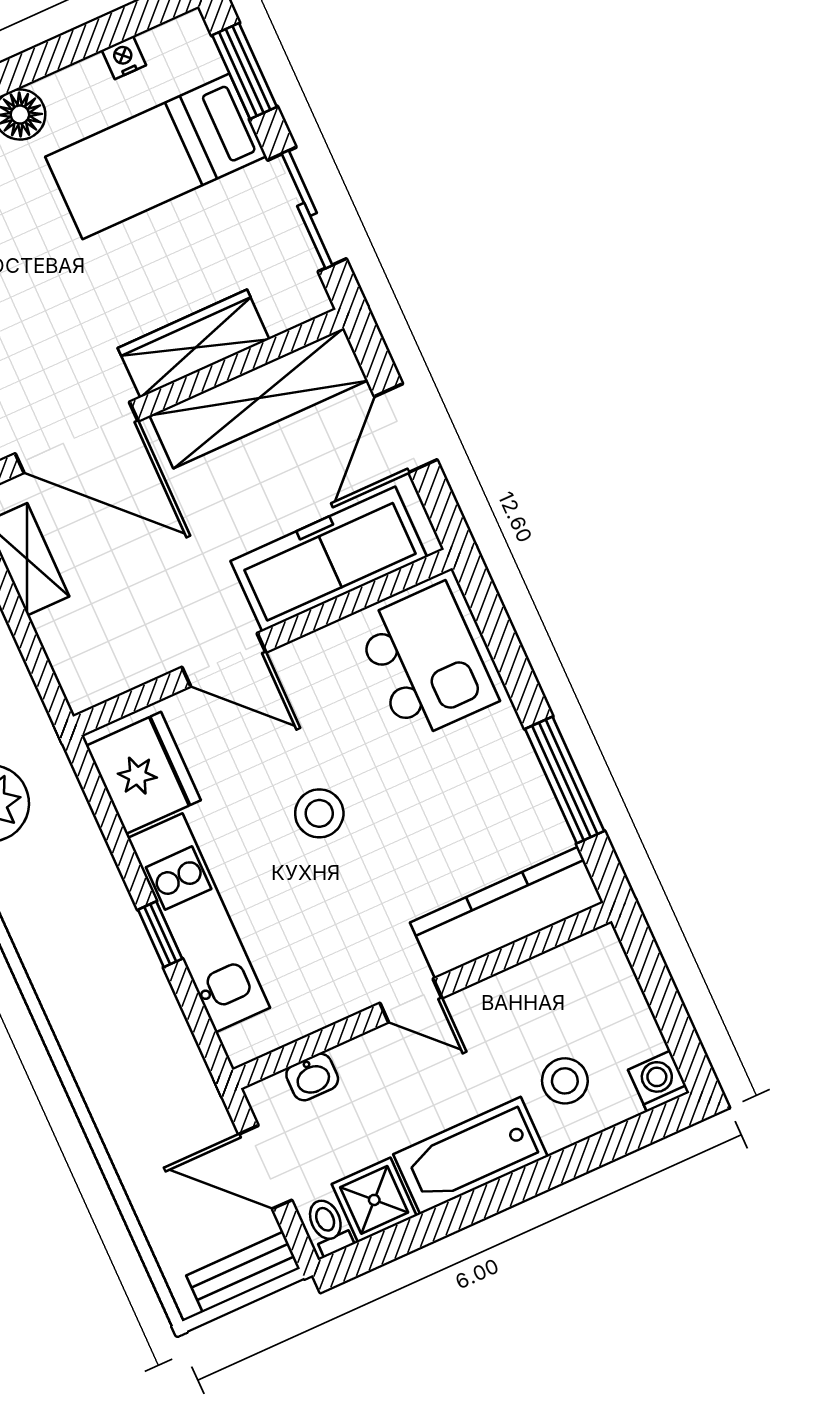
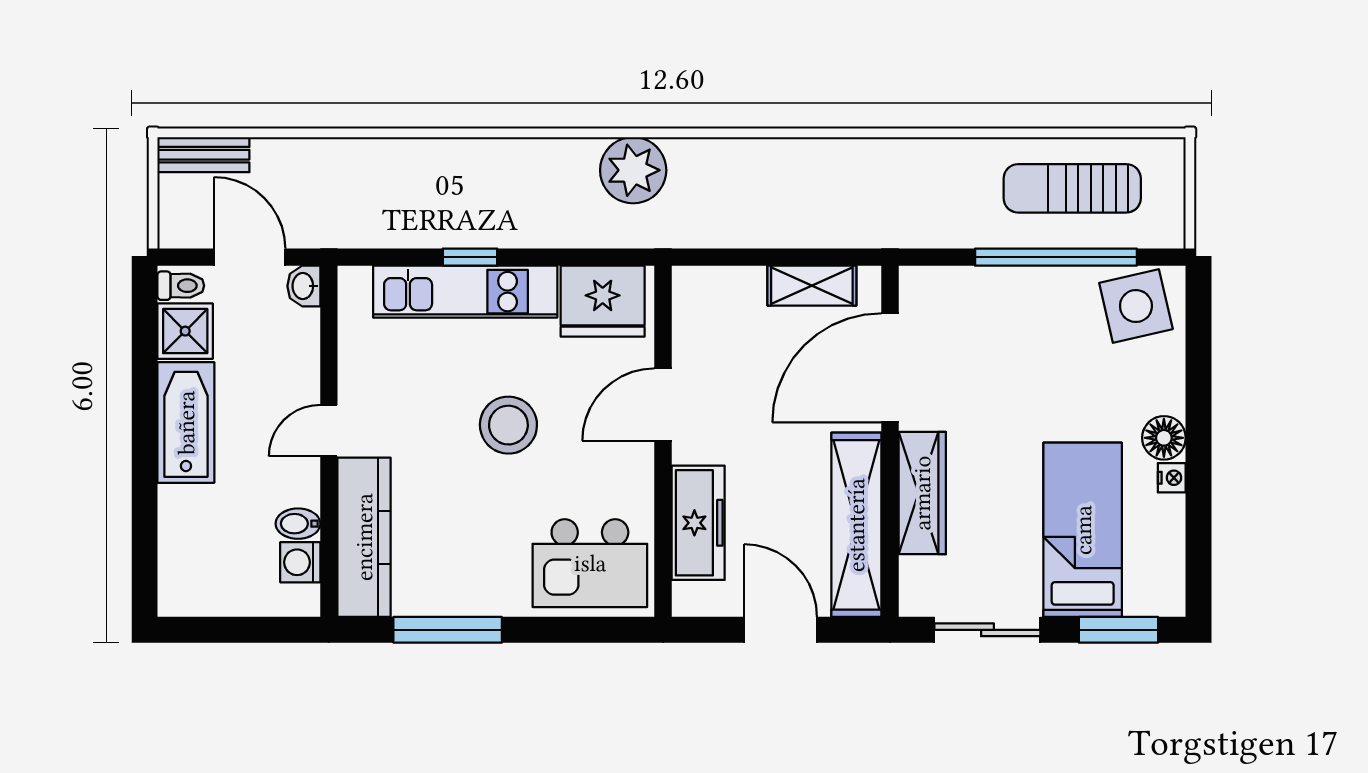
nightstand: (124, 58) -> (1172, 478), moved
freezer: (329, 559) -> (698, 523), width x0.73, depth x0.79
stool: (319, 813) -> (508, 425), width x1.38, depth x1.38
bidet: (524, 989) -> (298, 524), added
washbasin: (312, 1077) -> (304, 286), moved
stool: (565, 1081) -> (211, 523), removed
washing machine: (659, 1081) -> (300, 562), moved, turned 180
door: (265, 1167) -> (250, 257), hinge flipped
bench: (243, 1272) -> (203, 155), moved, turned 90

